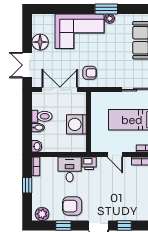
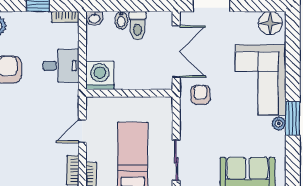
floor lamp: (40, 42) -> (270, 23), moved
armchair: (90, 73) -> (200, 95), turned 180
washing machine: (76, 124) -> (100, 76), moved
printer: (89, 163) -> (70, 94), removed

